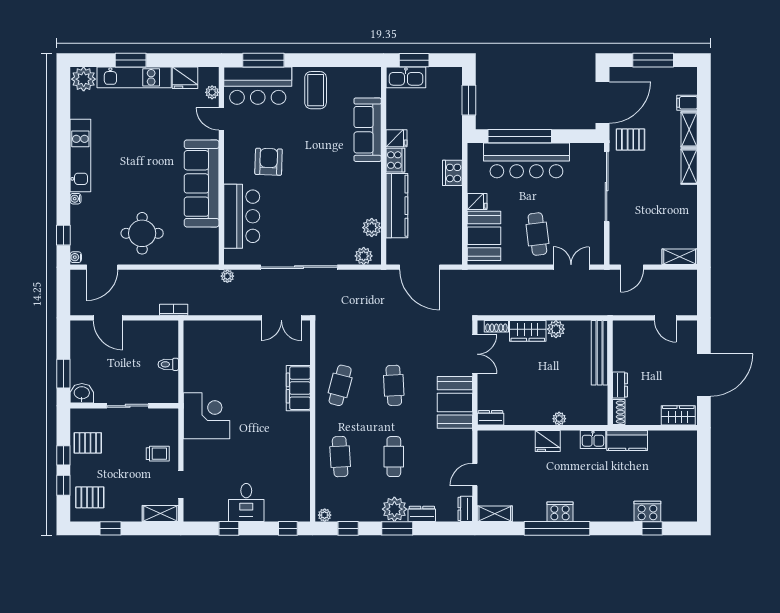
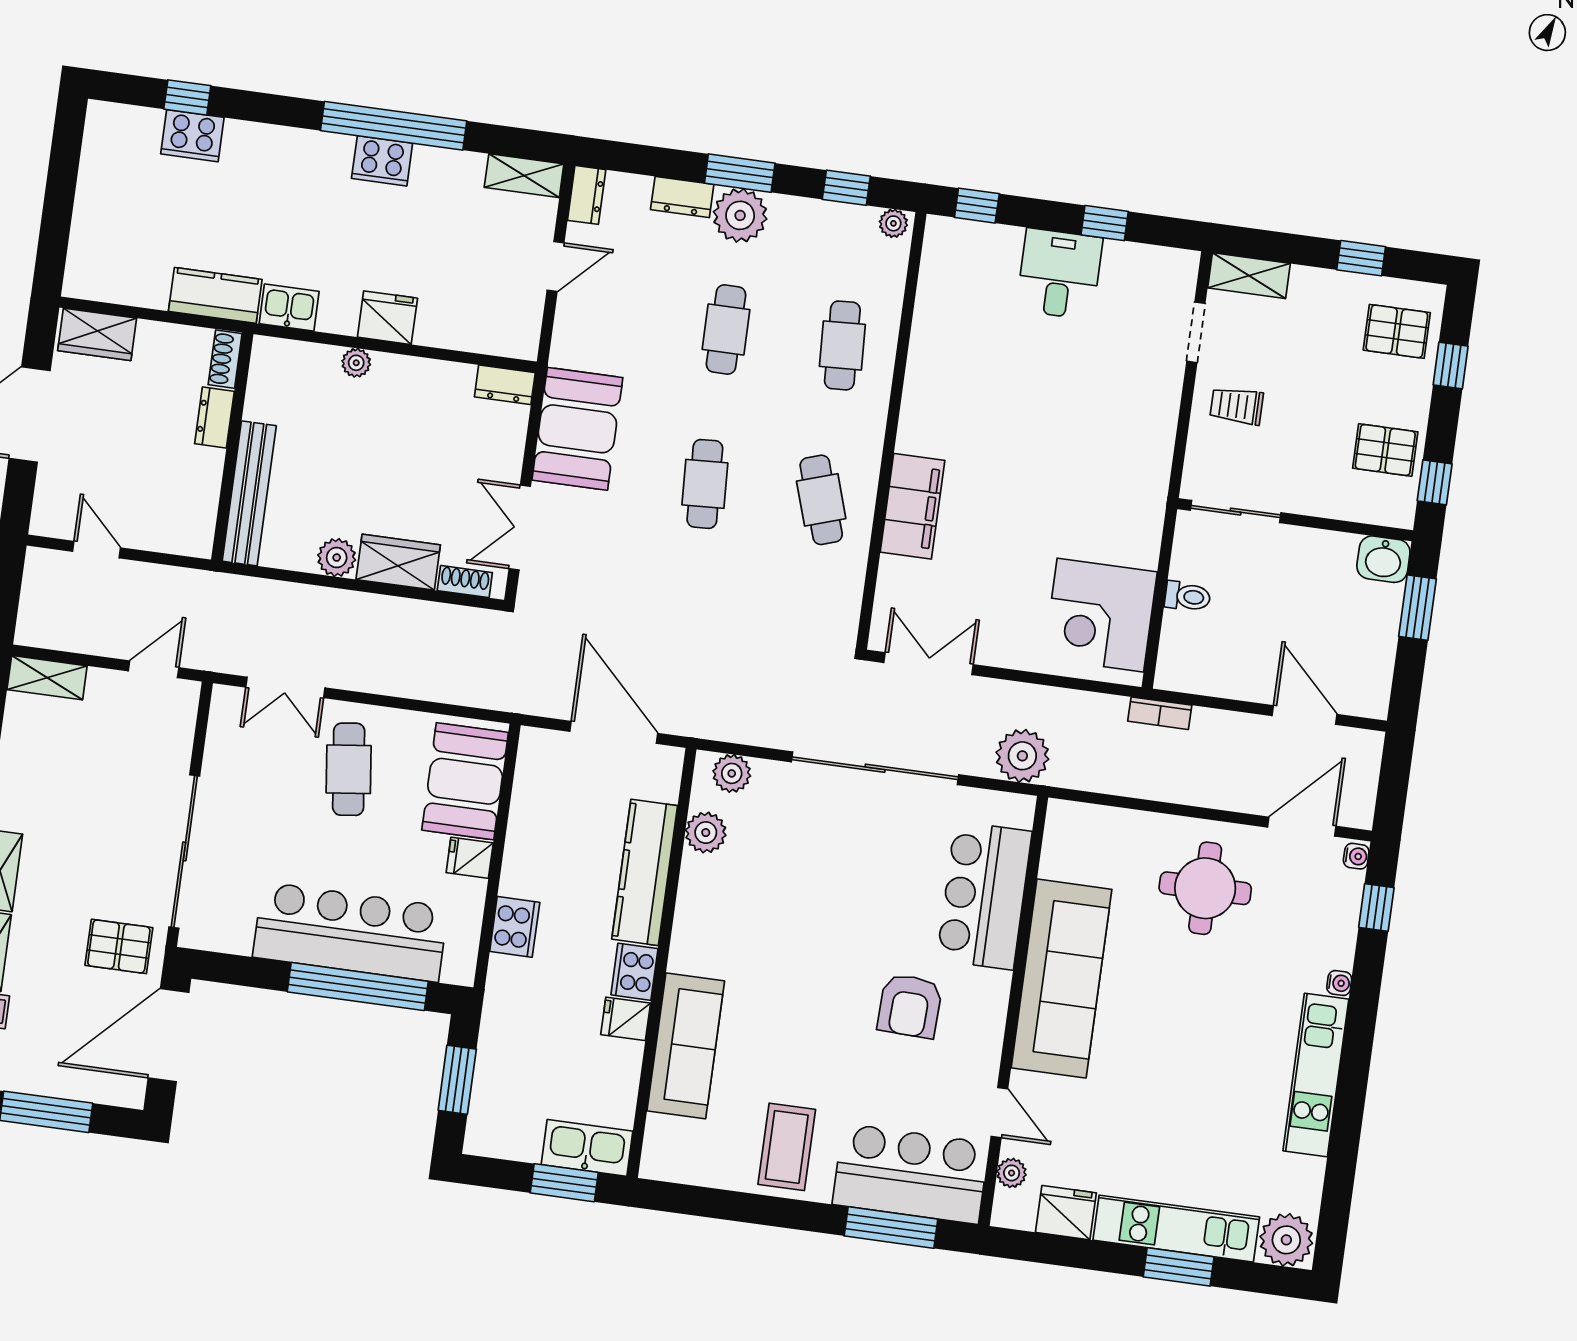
plant: (227, 276) -> (1022, 756), width x1.88, depth x1.88
cafe table: (340, 385) -> (821, 500), turned -33
sliding door: (128, 406) -> (1236, 512), moved
corner desk: (207, 416) -> (1100, 615), moved
window: (63, 455) -> (1435, 482), moved

